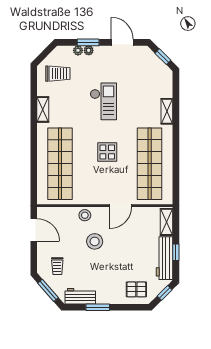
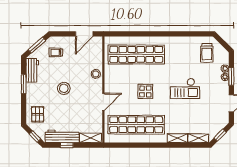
shelving: (43, 109) -> (198, 138), moved
door: (120, 206) -> (103, 102), swing flipped
stool: (95, 241) -> (64, 88), moved

